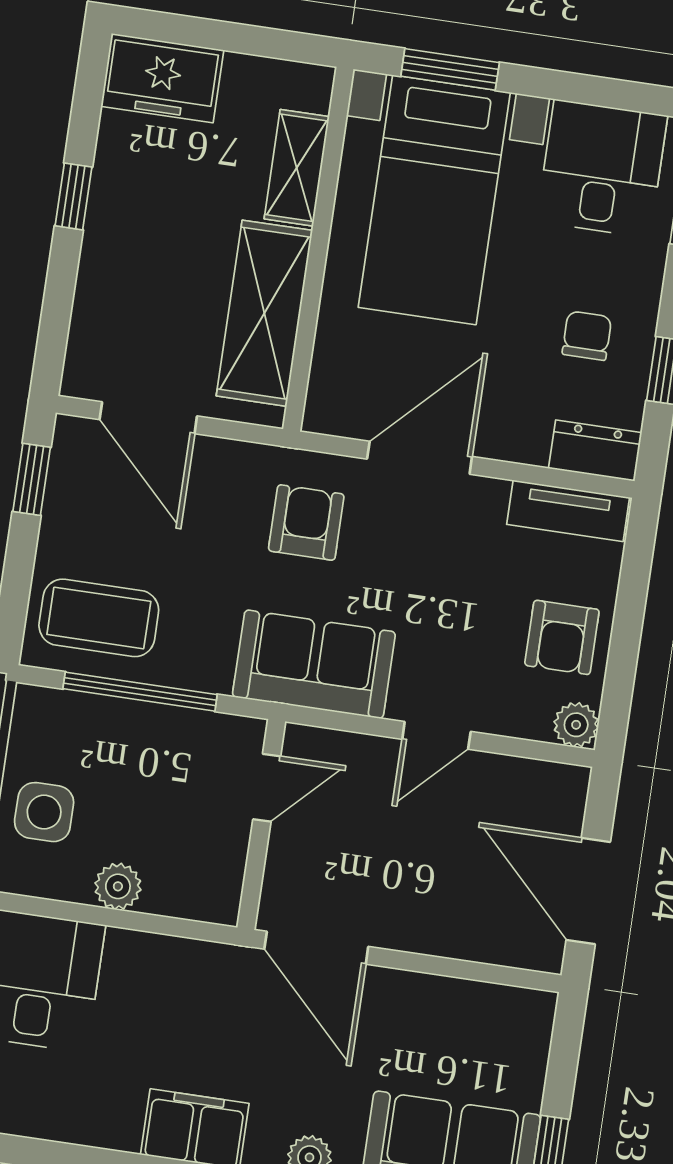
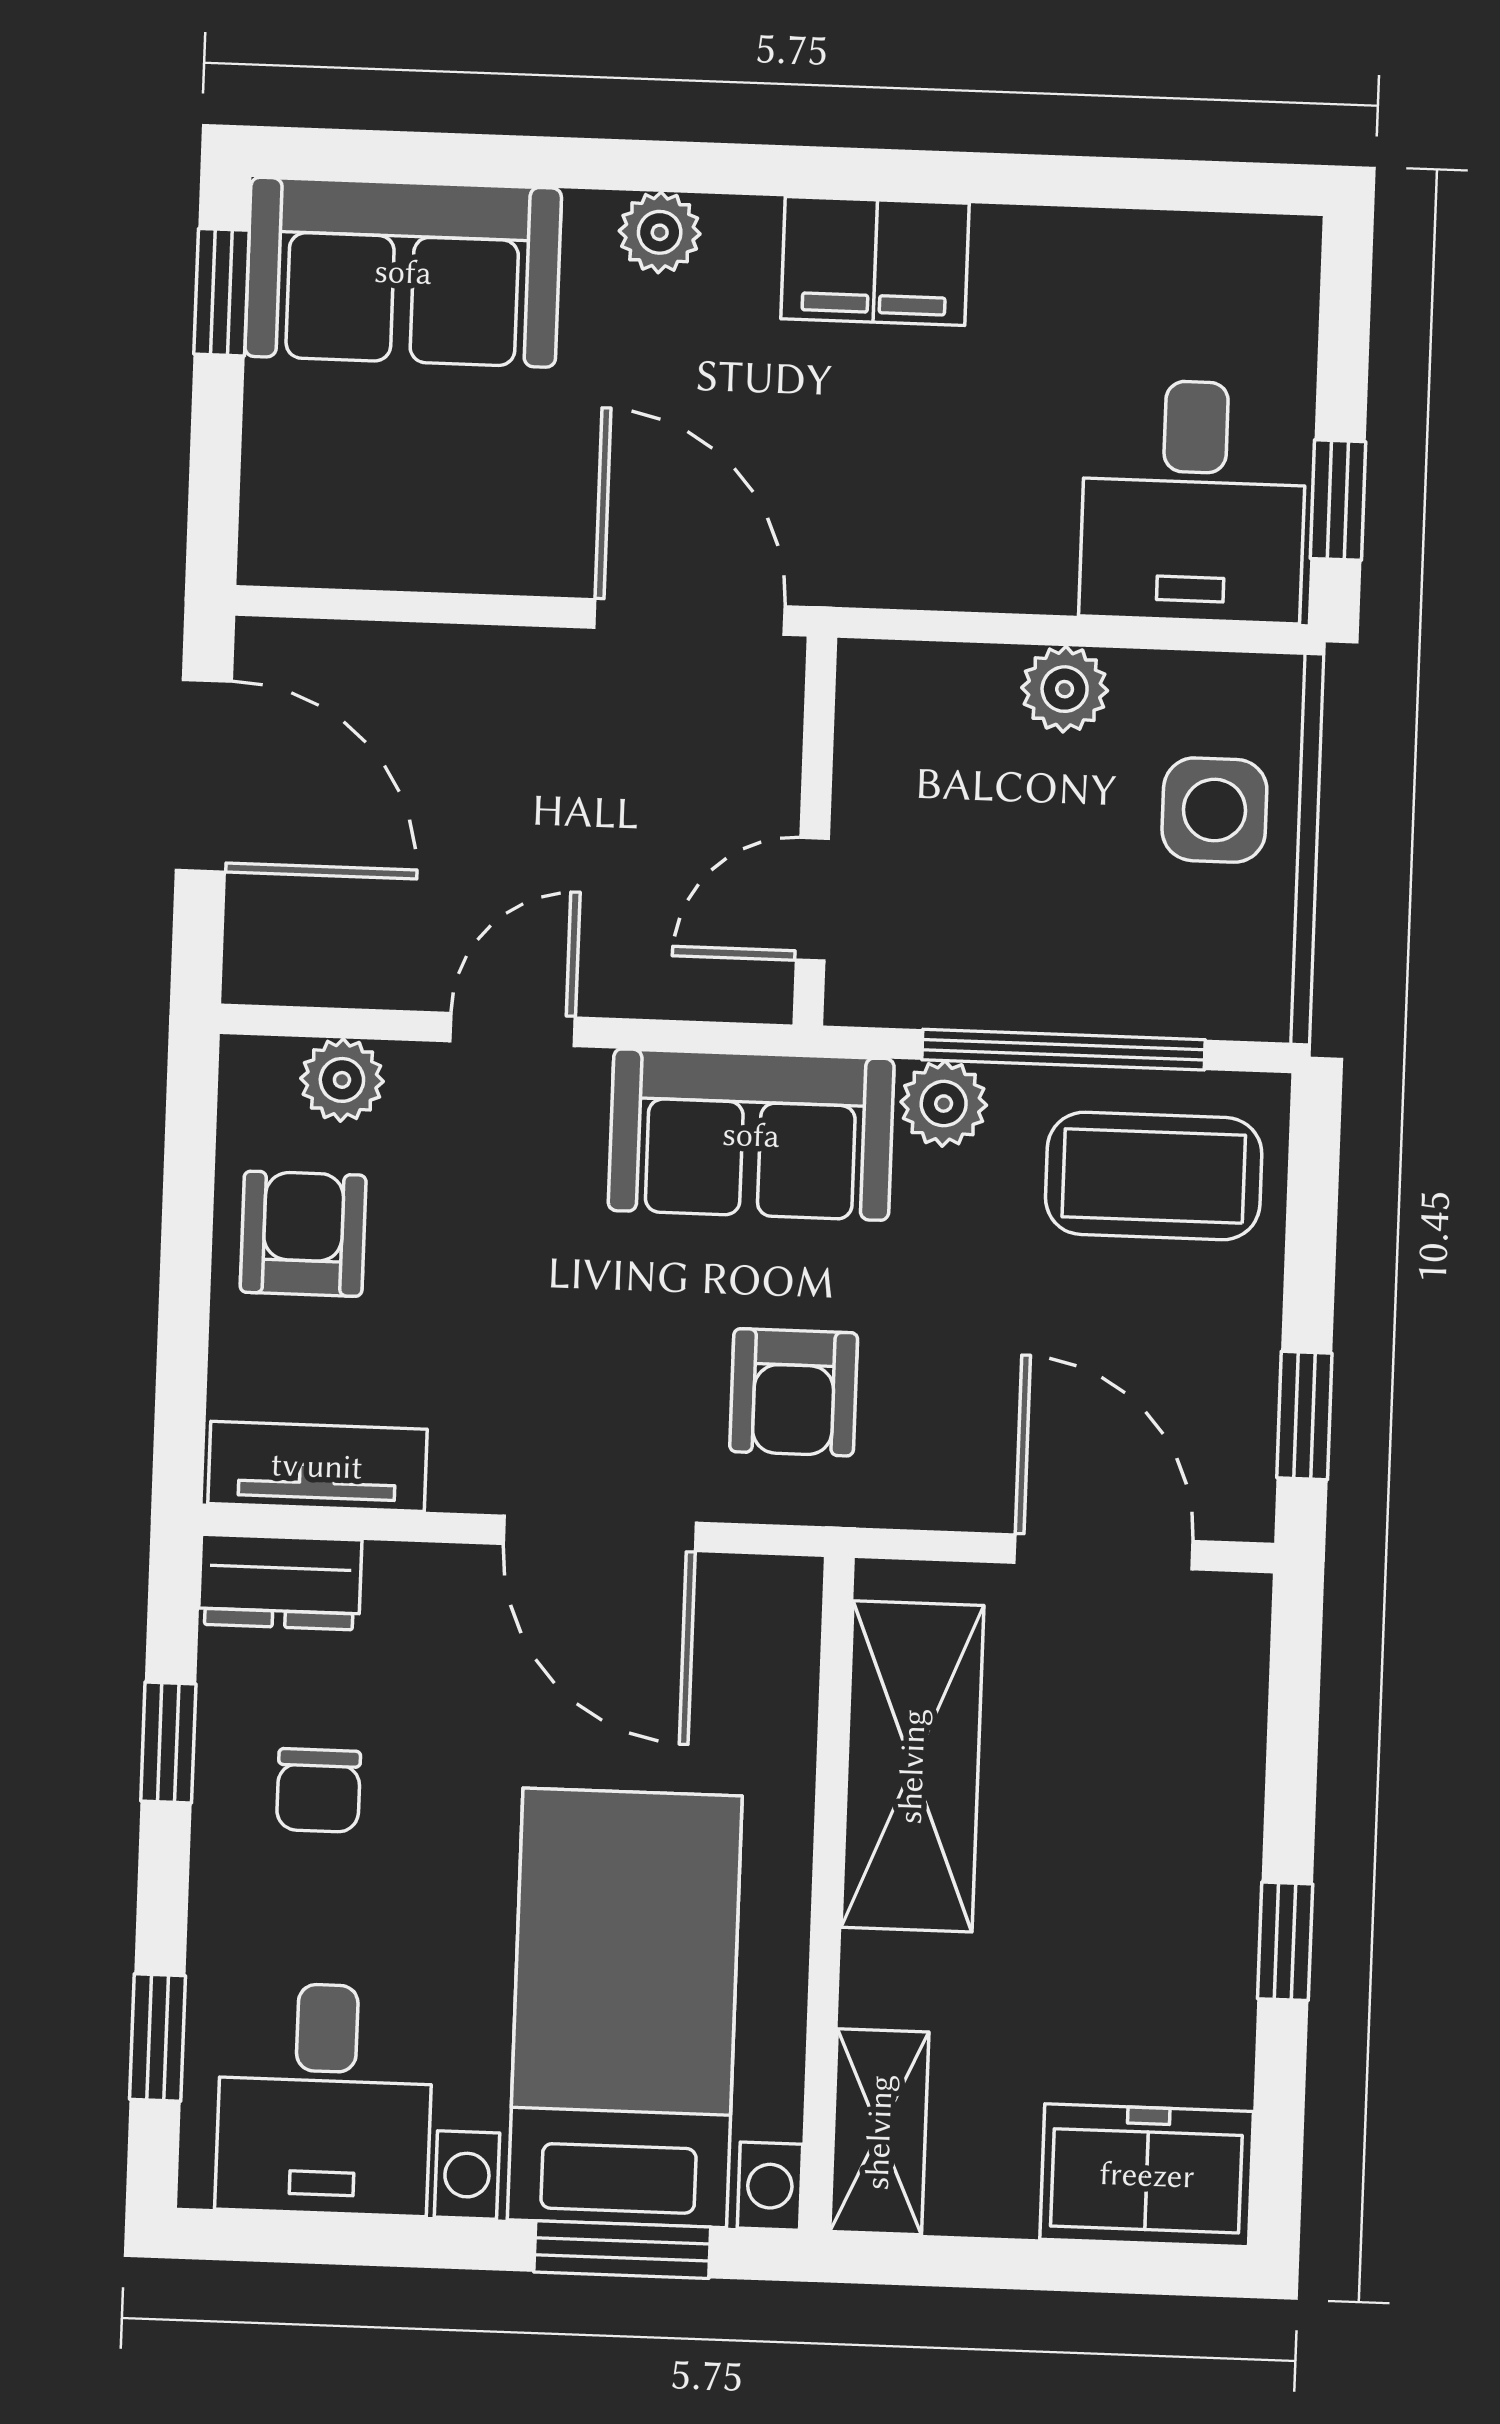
shelving: (297, 168) -> (879, 2132), moved
door: (420, 458) -> (600, 1533), hinge flipped
plant: (208, 670) -> (944, 1104), added
plant: (576, 725) -> (342, 1080), moved

